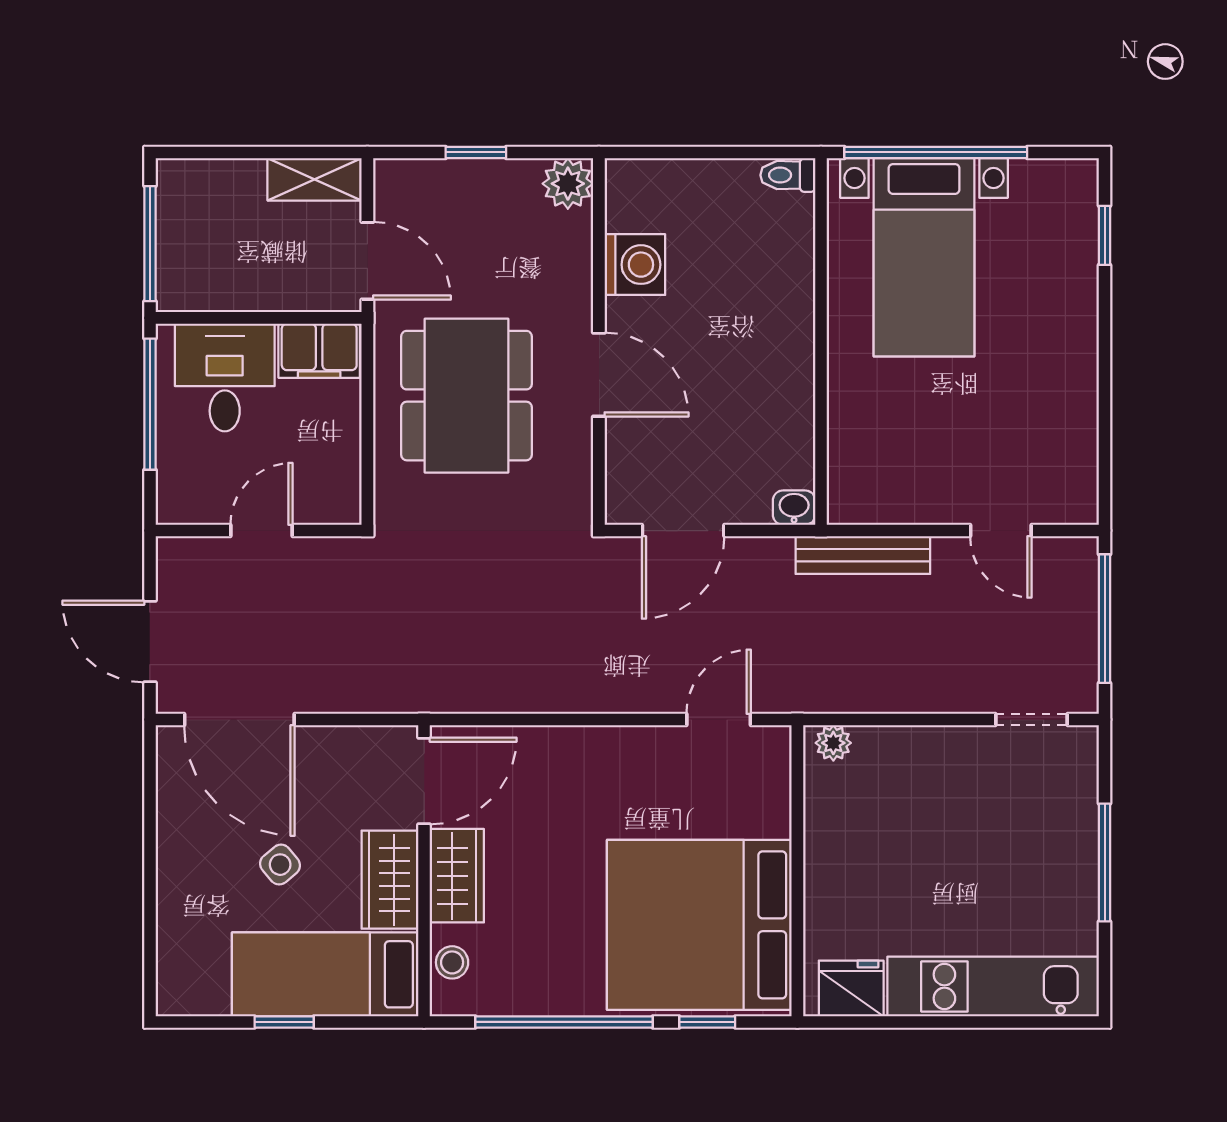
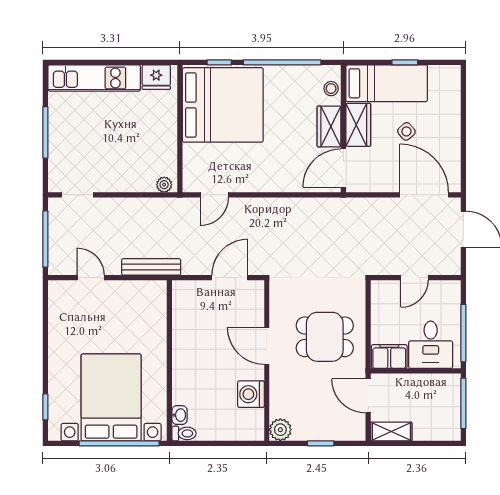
bed with nightstands: (924, 257) -> (111, 397), width x1.36
dining table: (466, 396) -> (325, 337), width x0.73
washbasin: (794, 508) -> (179, 415), moved, turned -90

